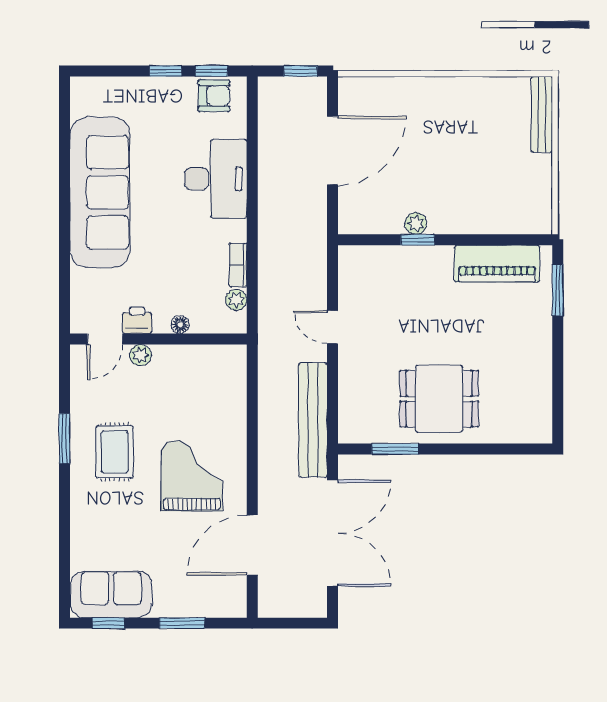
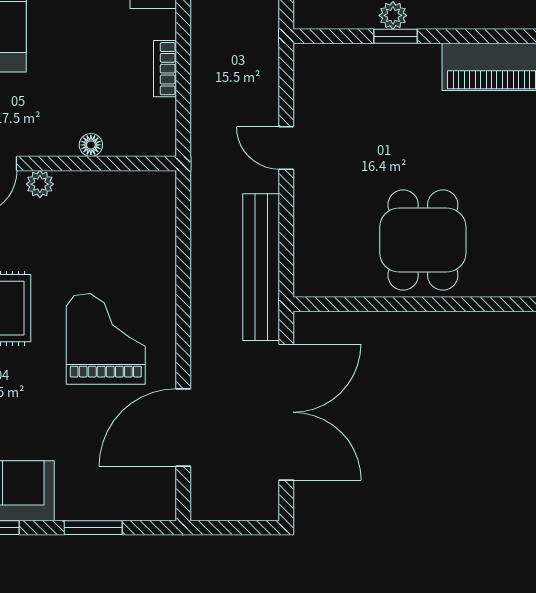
plant: (236, 300) -> (163, 113), removed
printer: (137, 320) -> (36, 140), removed
dining table: (439, 399) -> (423, 240), turned 90
window: (395, 449) -> (367, 304), removed

